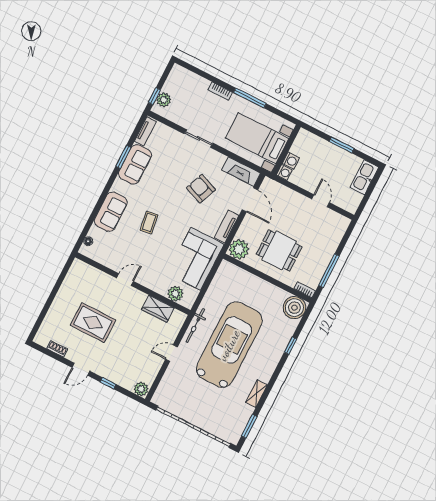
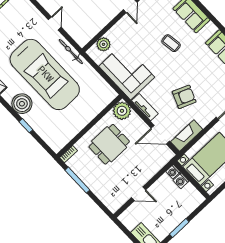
boiler: (294, 308) -> (22, 104), moved
wardrobe: (158, 309) -> (96, 25), removed

